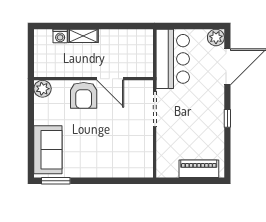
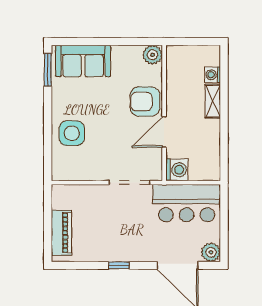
washing machine: (143, 67) -> (177, 170), added
side table: (111, 160) -> (72, 133), added

